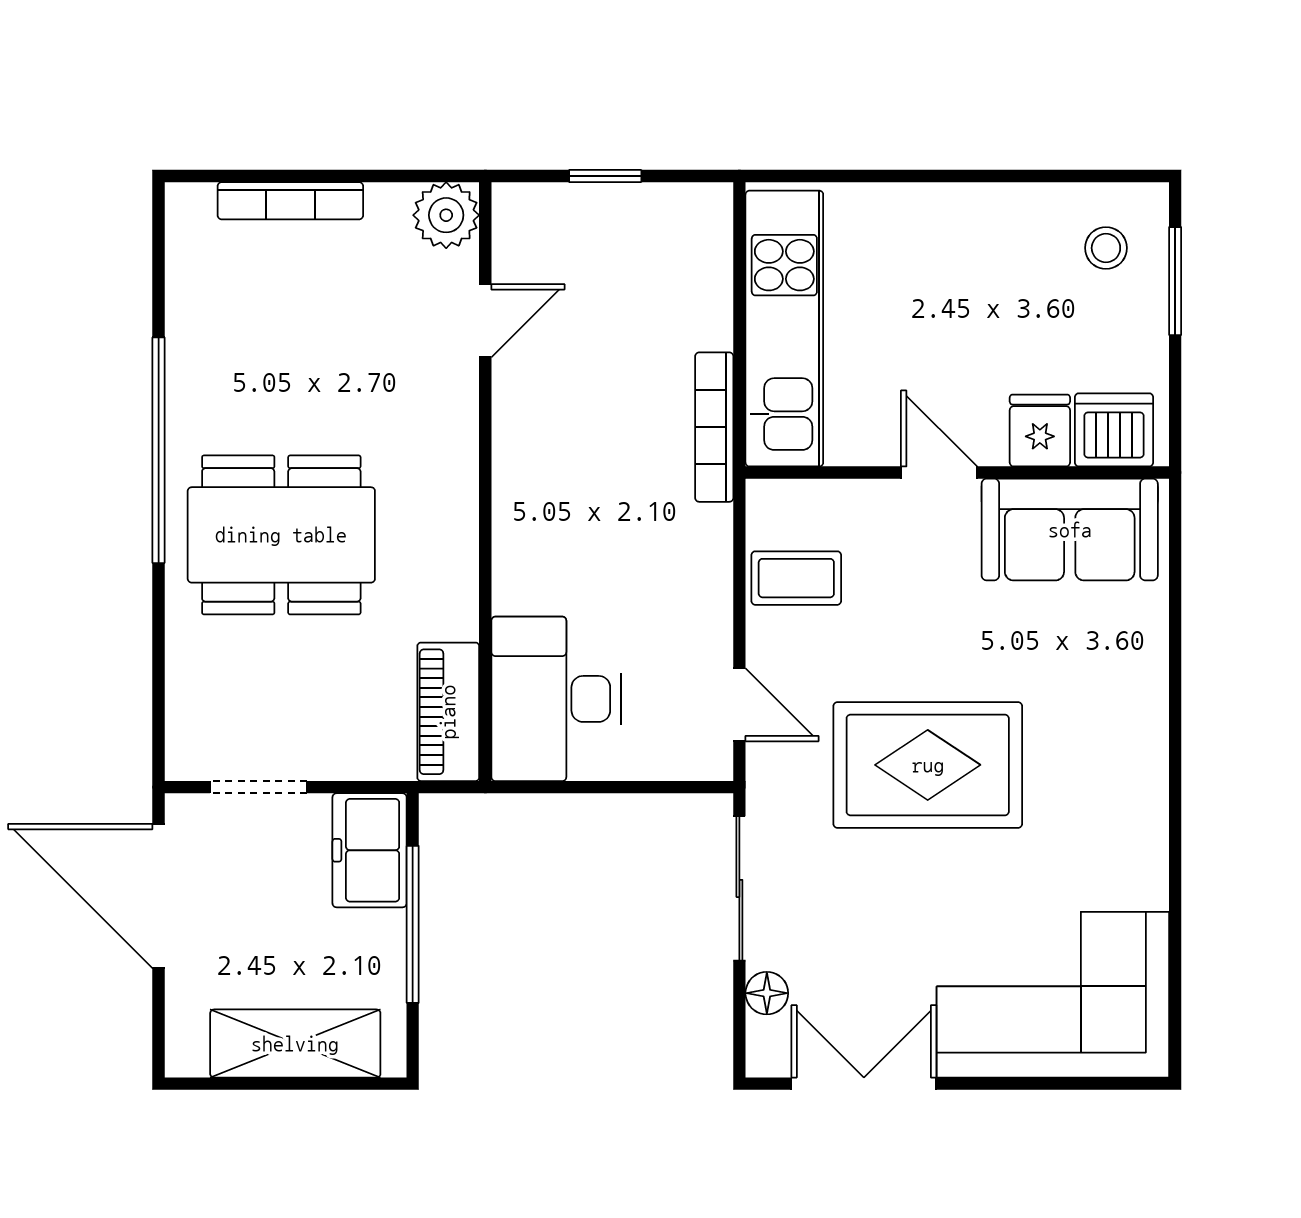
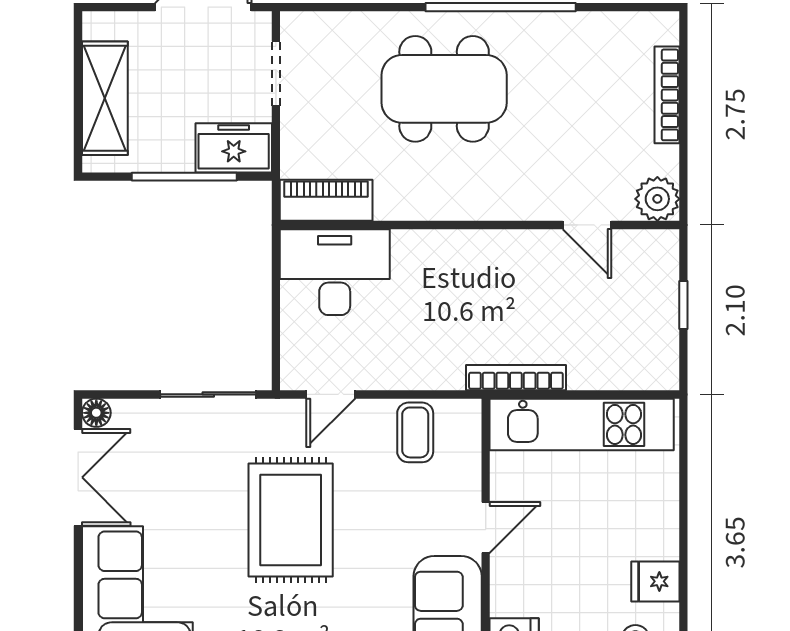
fridge: (1040, 431) -> (655, 581), moved, turned 180
dining table: (281, 535) -> (444, 89), turned 90
floor lamp: (767, 993) -> (96, 413), moved

